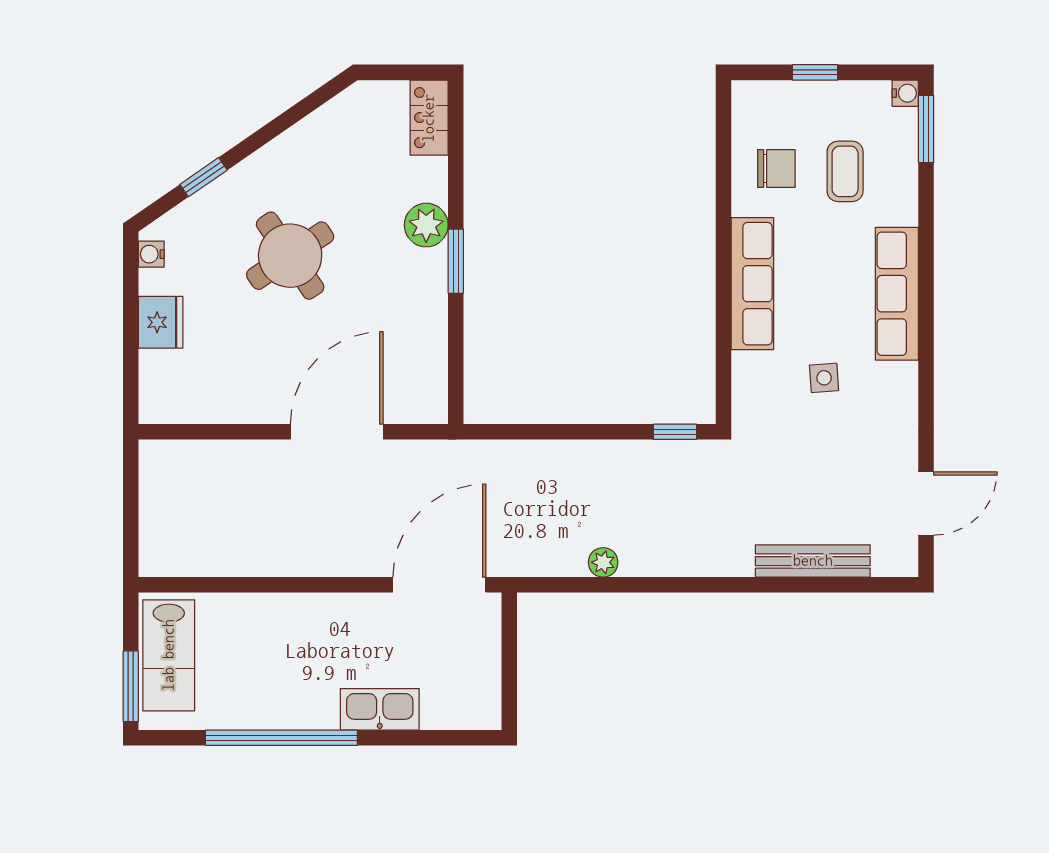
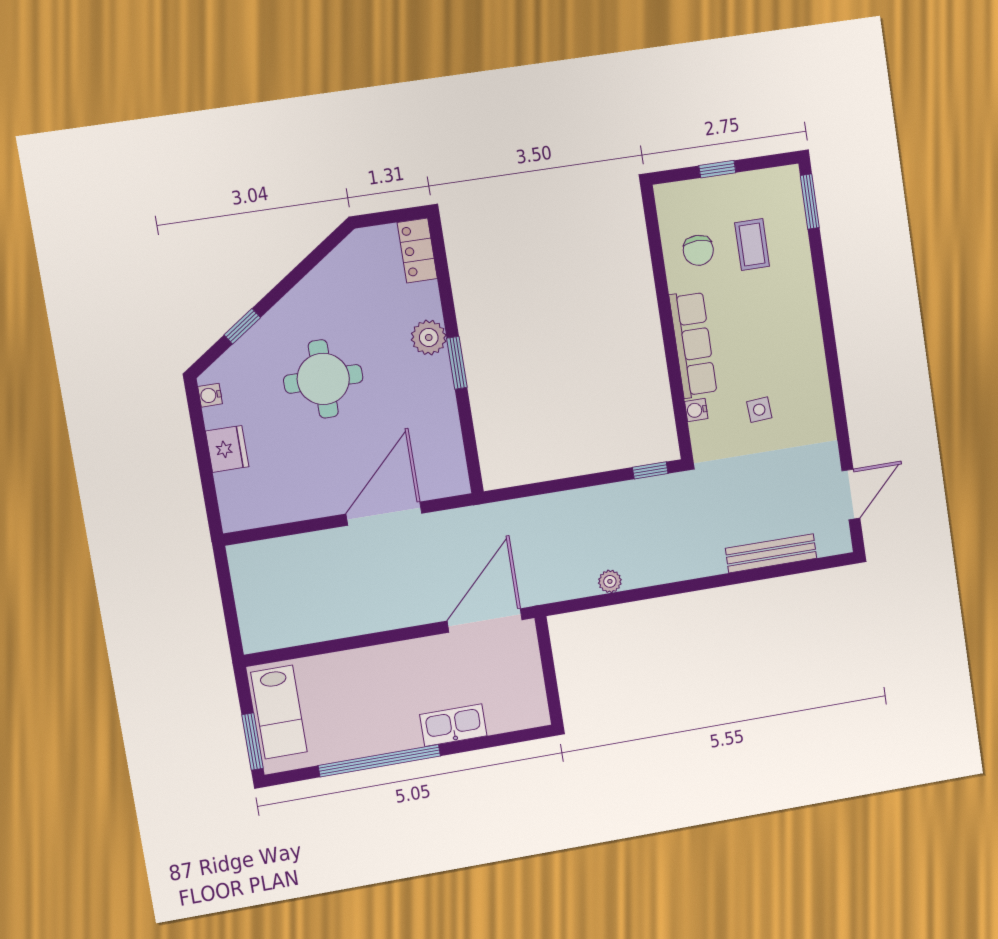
water cooler: (905, 93) -> (696, 410), moved, turned 180
chair: (776, 168) -> (698, 250), turned 90
round table: (290, 256) -> (323, 379), turned 34
row of seats: (897, 294) -> (806, 335), removed

